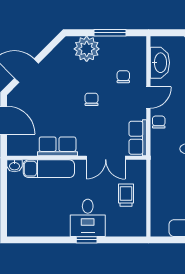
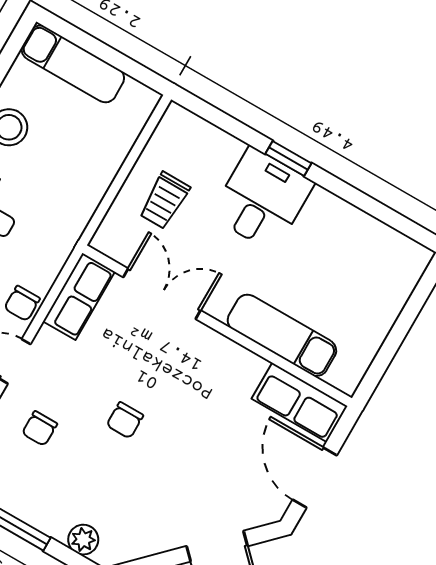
plant: (87, 49) -> (83, 540), width x0.53, depth x0.53
row of seats: (58, 146) -> (300, 402), moved
washbasin: (14, 166) -> (344, 378), removed

